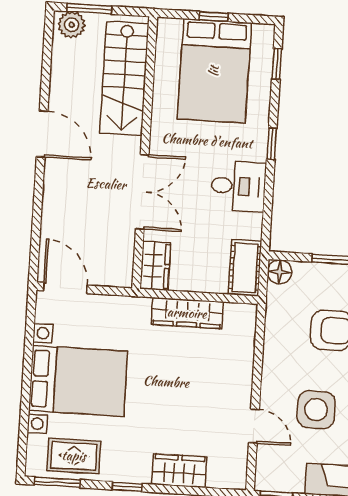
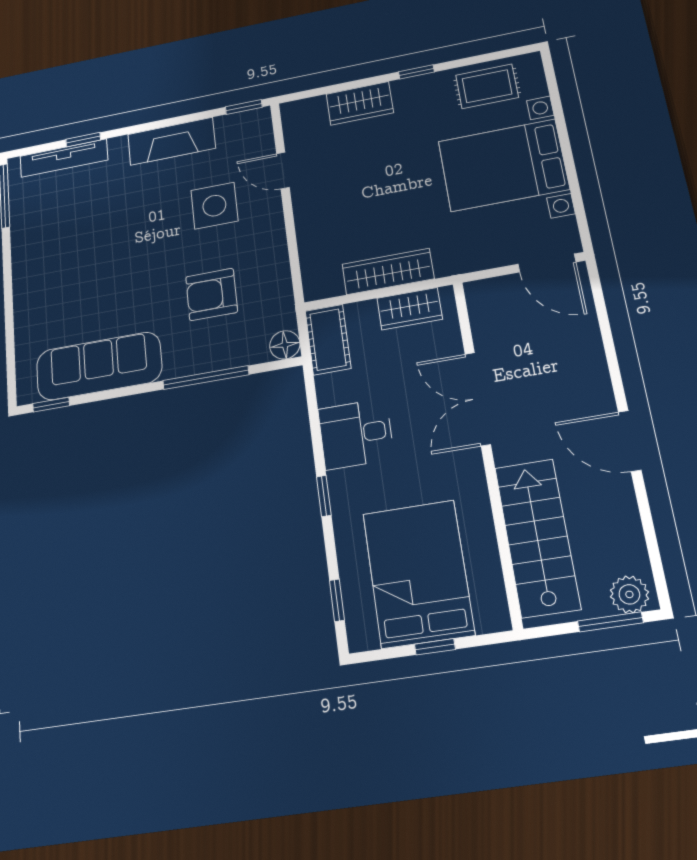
wardrobe: (155, 266) -> (410, 309), moved, turned -90
window: (57, 482) -> (499, 55), removed

